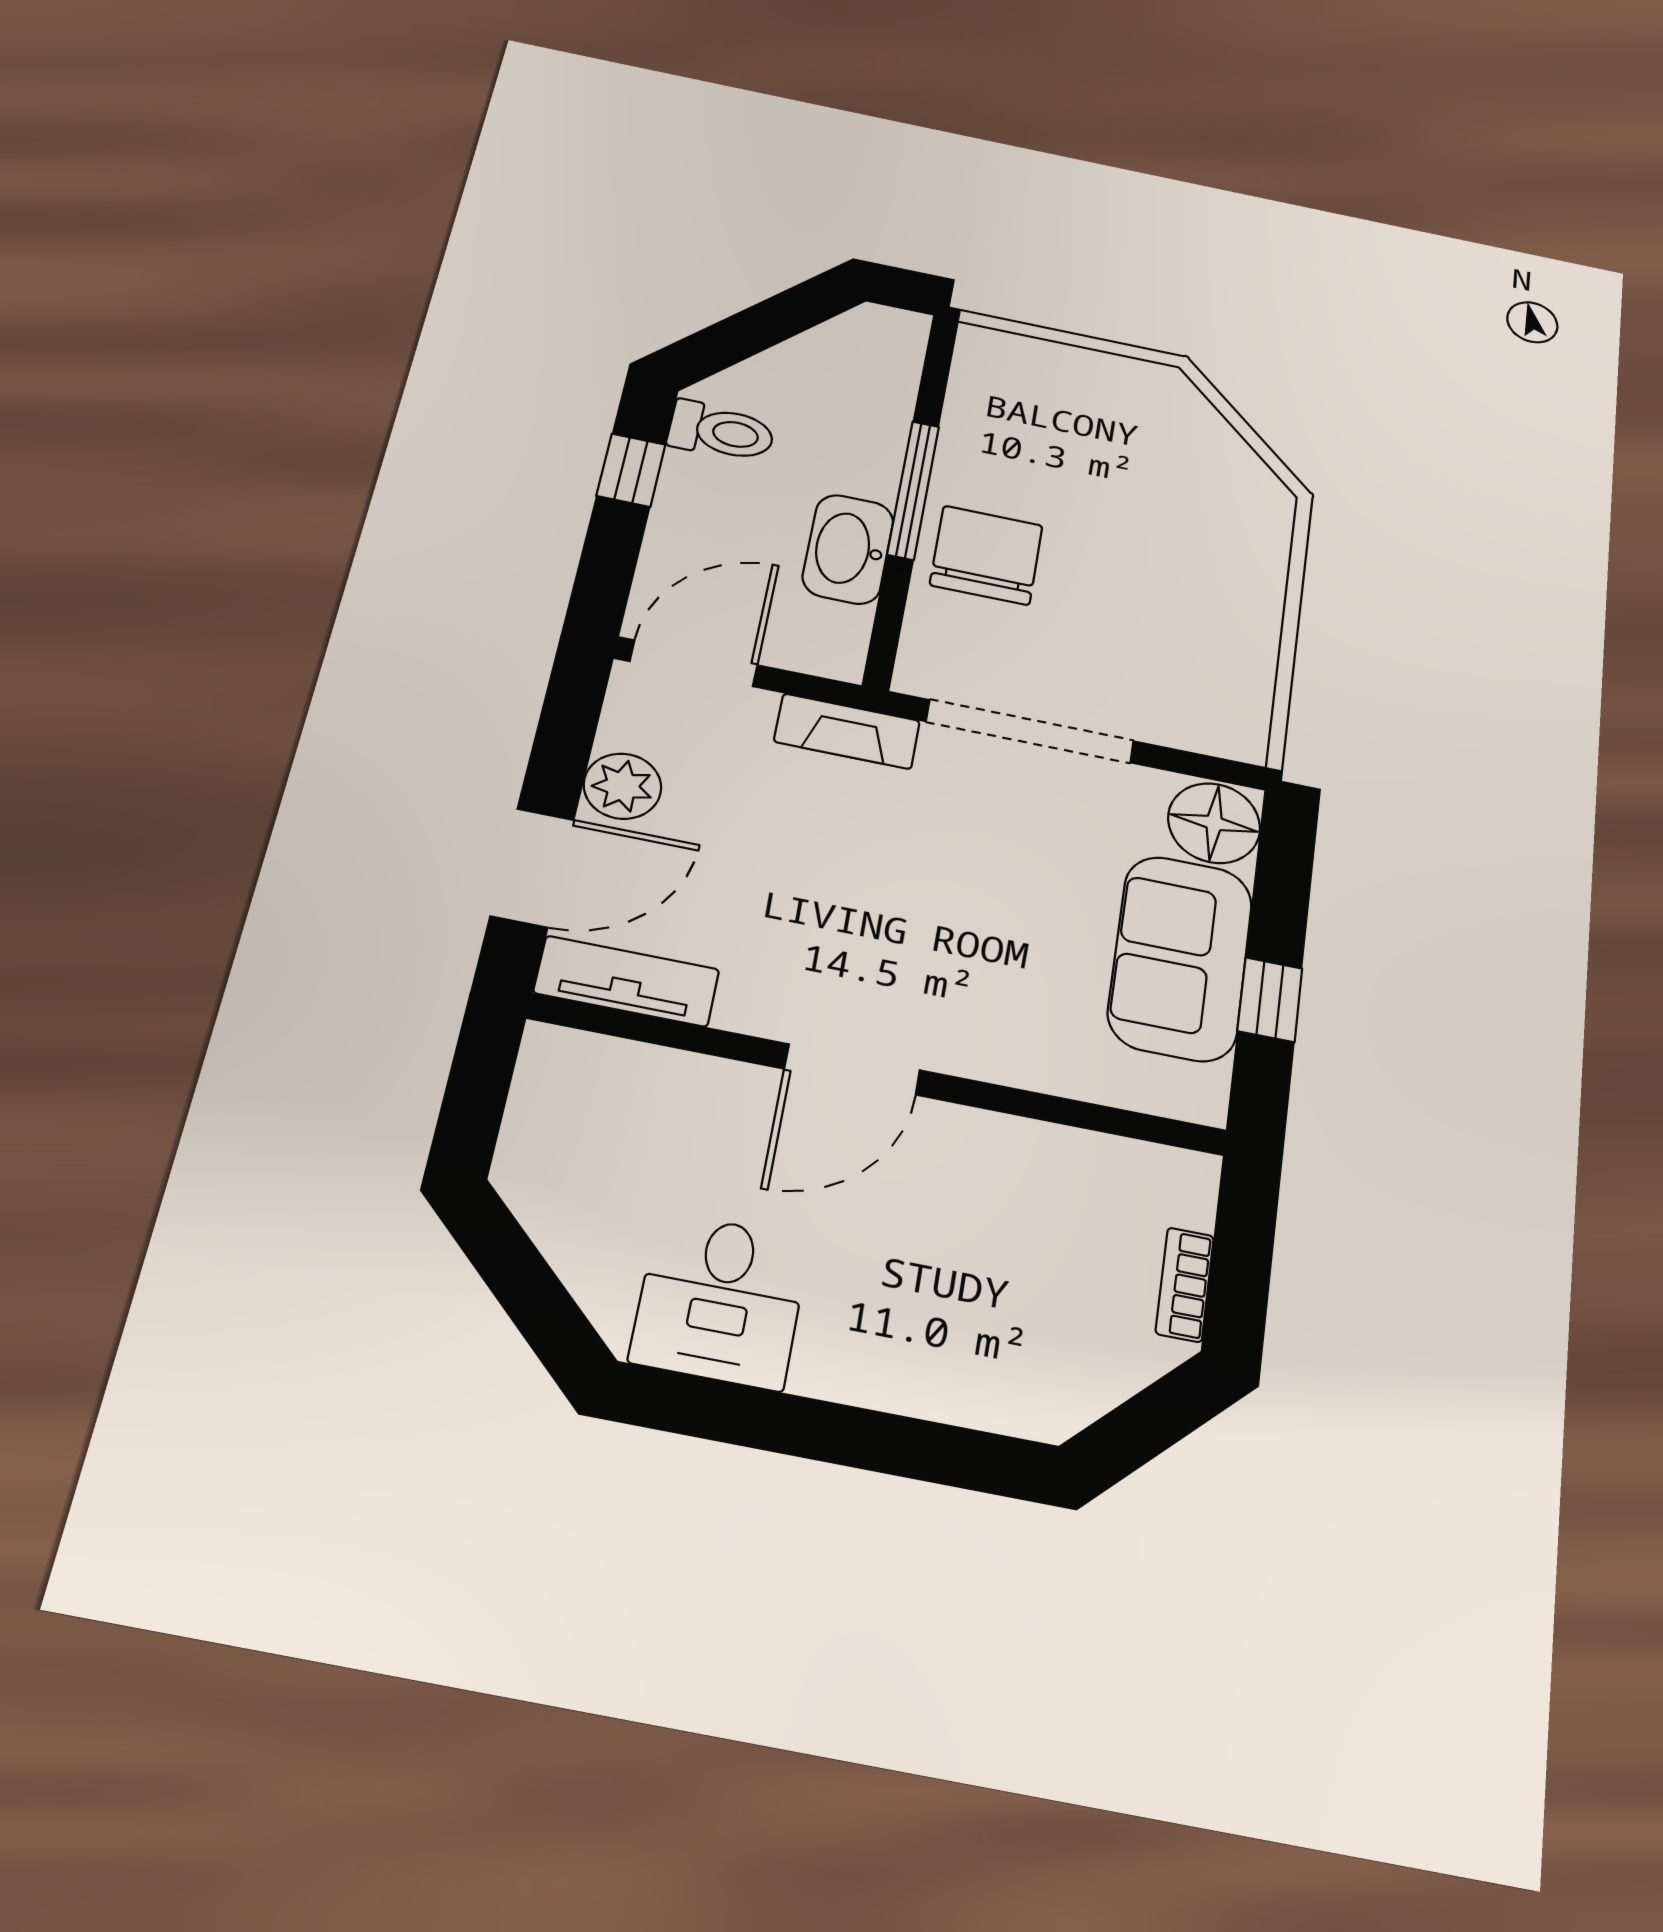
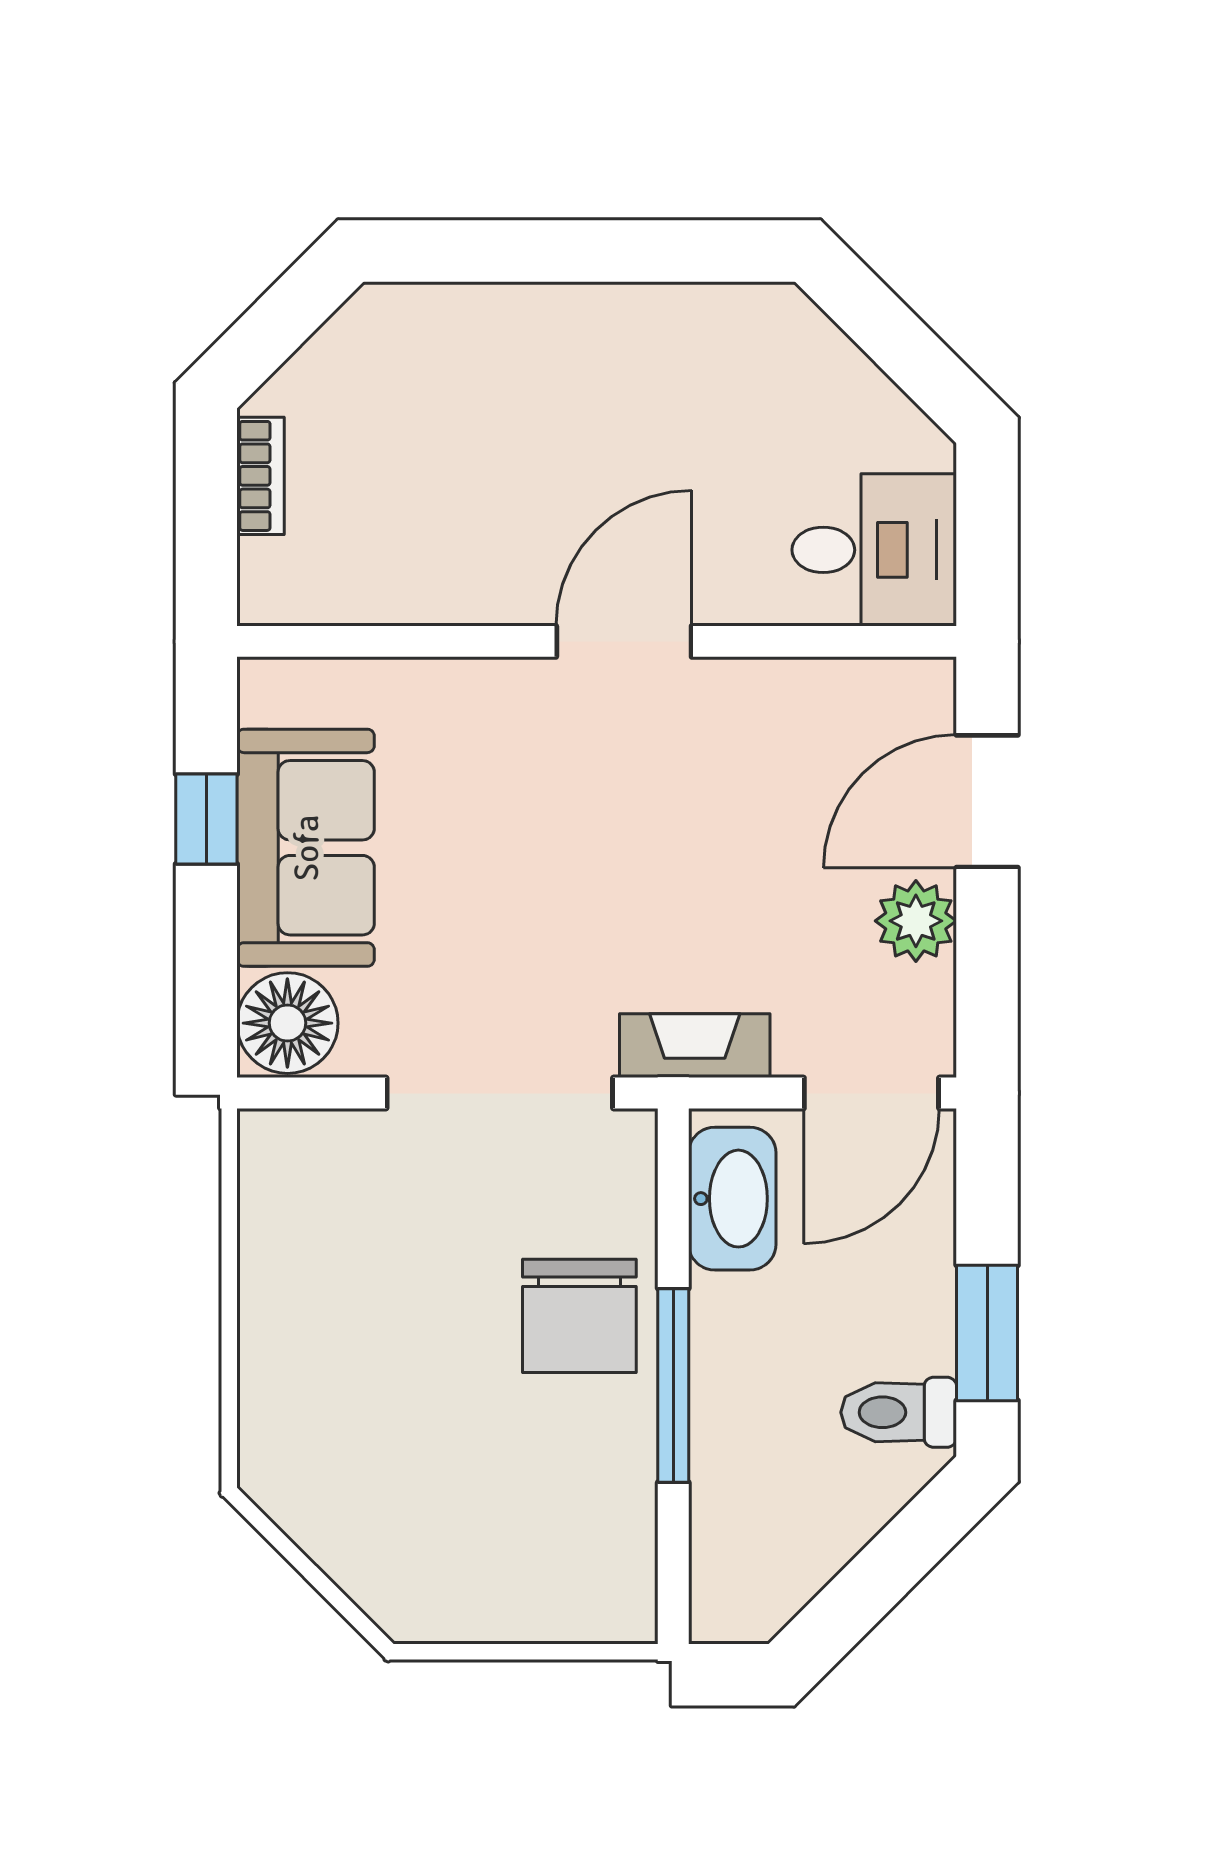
window: (631, 470) -> (987, 1333), width x1.50
washbasin: (848, 549) -> (732, 1199), moved
tv unit: (627, 981) -> (866, 691), removed
desk: (720, 1300) -> (874, 550), moved, turned 90

